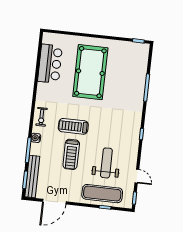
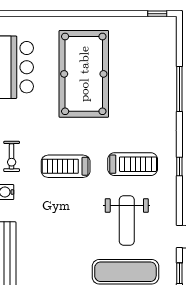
treadmill: (71, 154) -> (133, 164), moved, turned -90
weight bench: (106, 163) -> (127, 220), turned 180

